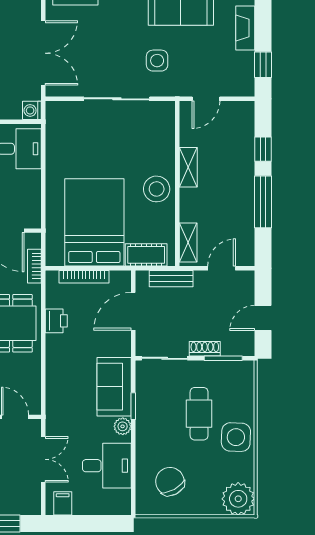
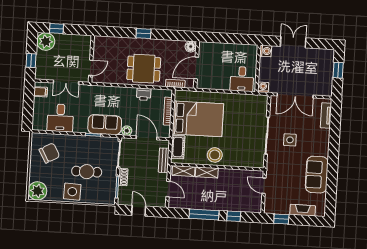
side table: (157, 61) -> (290, 140), moved
shelving: (188, 167) -> (207, 172), moved
plant: (123, 426) -> (127, 131), moved

